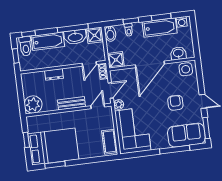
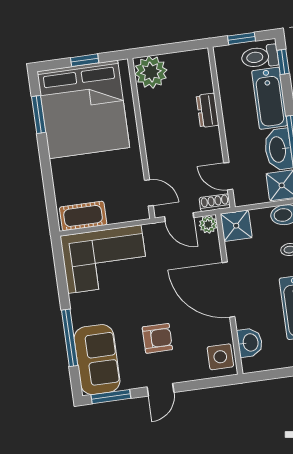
bench: (71, 103) -> (154, 144), removed
plant: (119, 104) -> (208, 224), moved
bed: (53, 147) -> (83, 109), width x1.36

